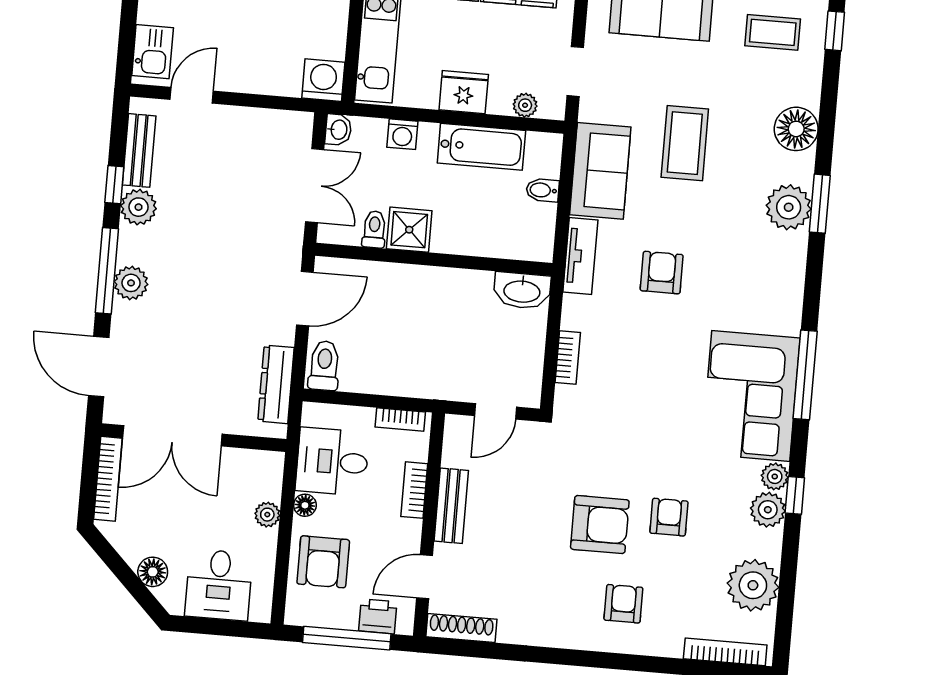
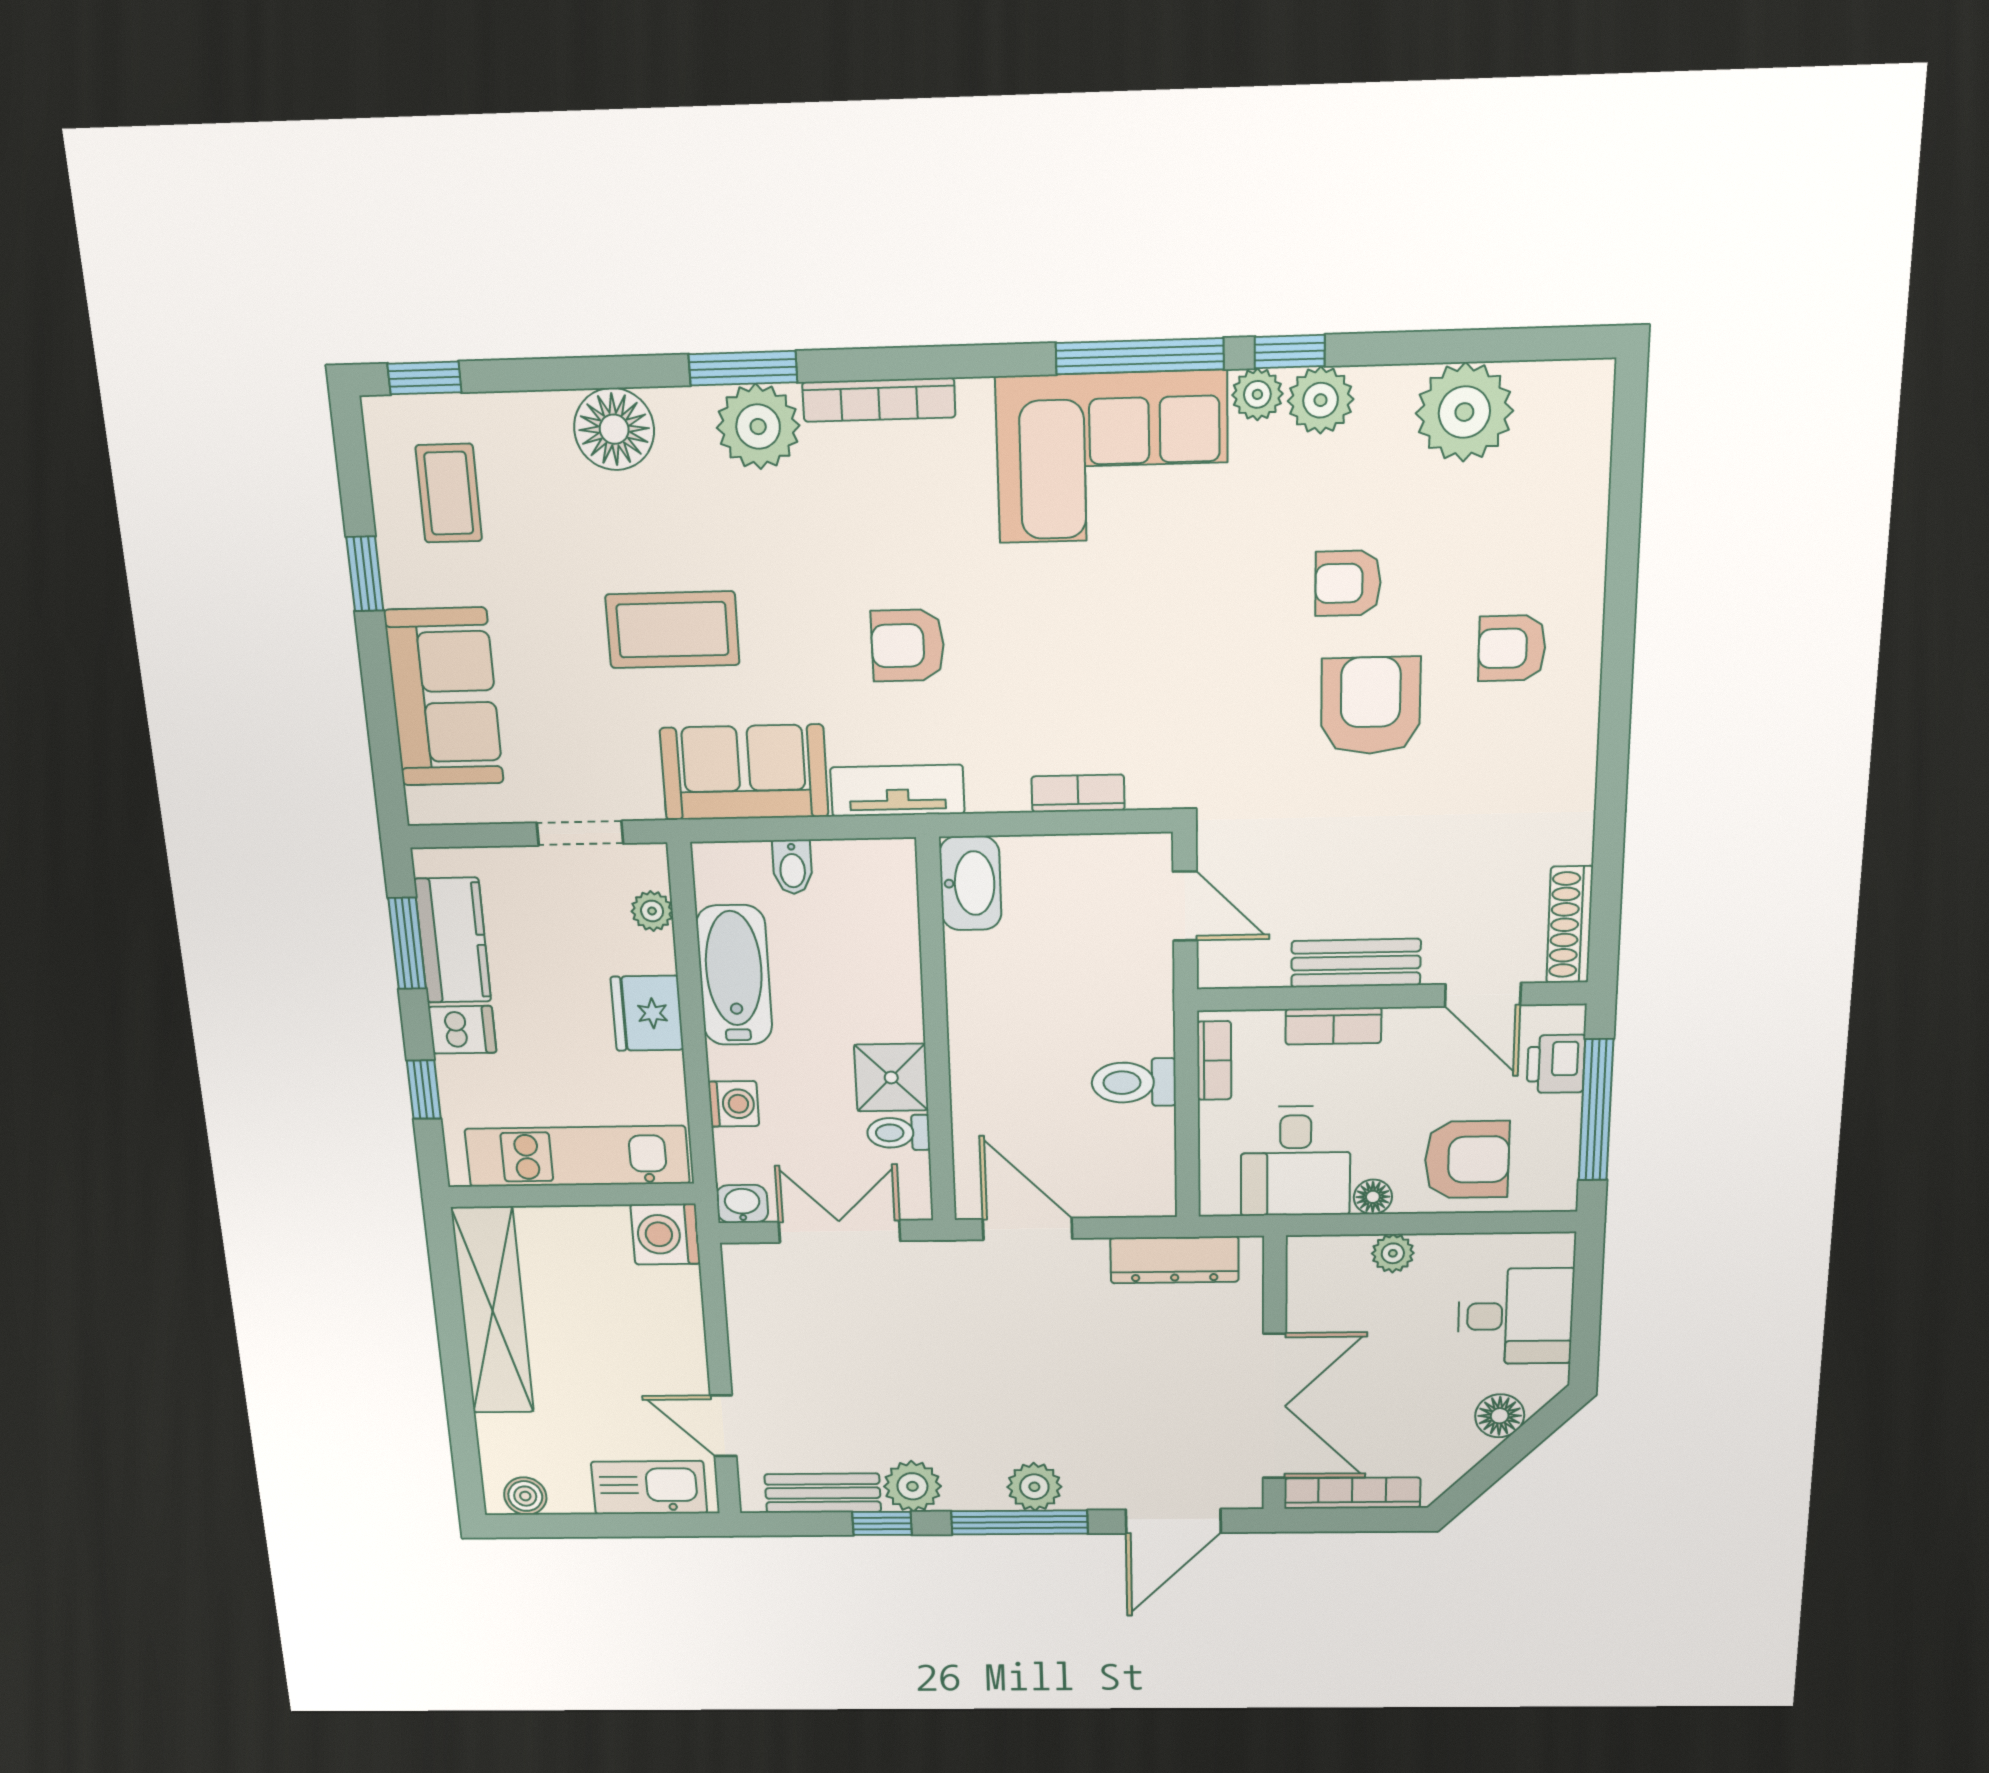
kitchen sink: (153, 52) -> (649, 1488), width x1.38
toilet: (324, 366) -> (1134, 1082), moved
window: (805, 375) -> (1140, 356), moved
bookcase: (725, 652) -> (879, 400), moved, turned -90

